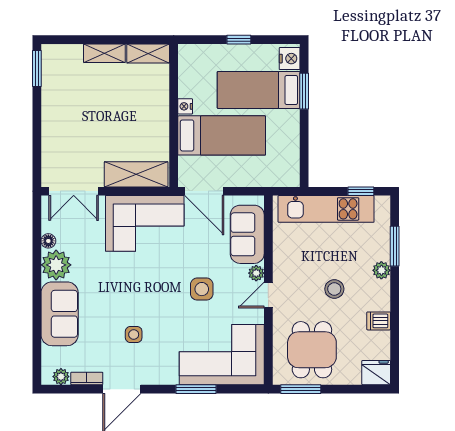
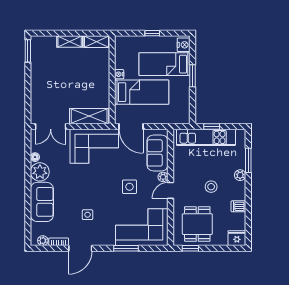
window: (304, 91) -> (192, 76), moved
window: (361, 191) -> (212, 126), moved
window: (301, 389) -> (190, 248), width x0.67

